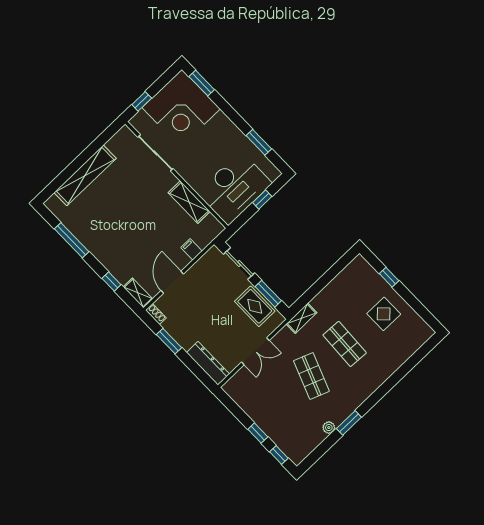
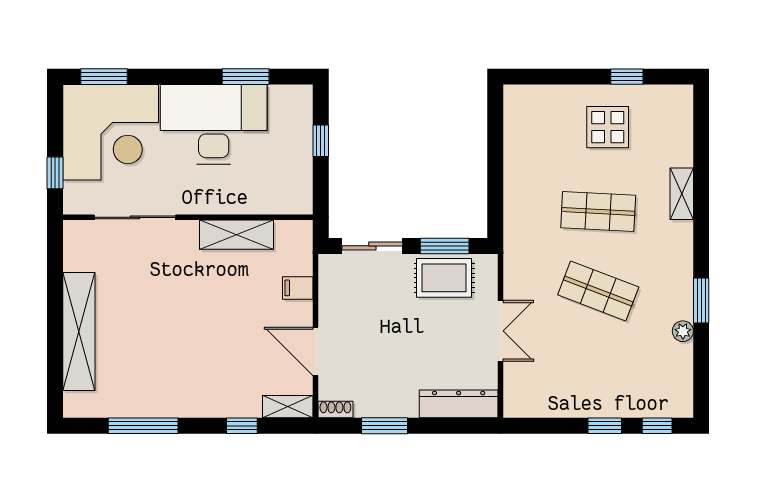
desk: (234, 188) -> (214, 124), moved, turned -90
window: (389, 277) -> (627, 77), moved
shelving: (301, 318) -> (682, 194), moved

